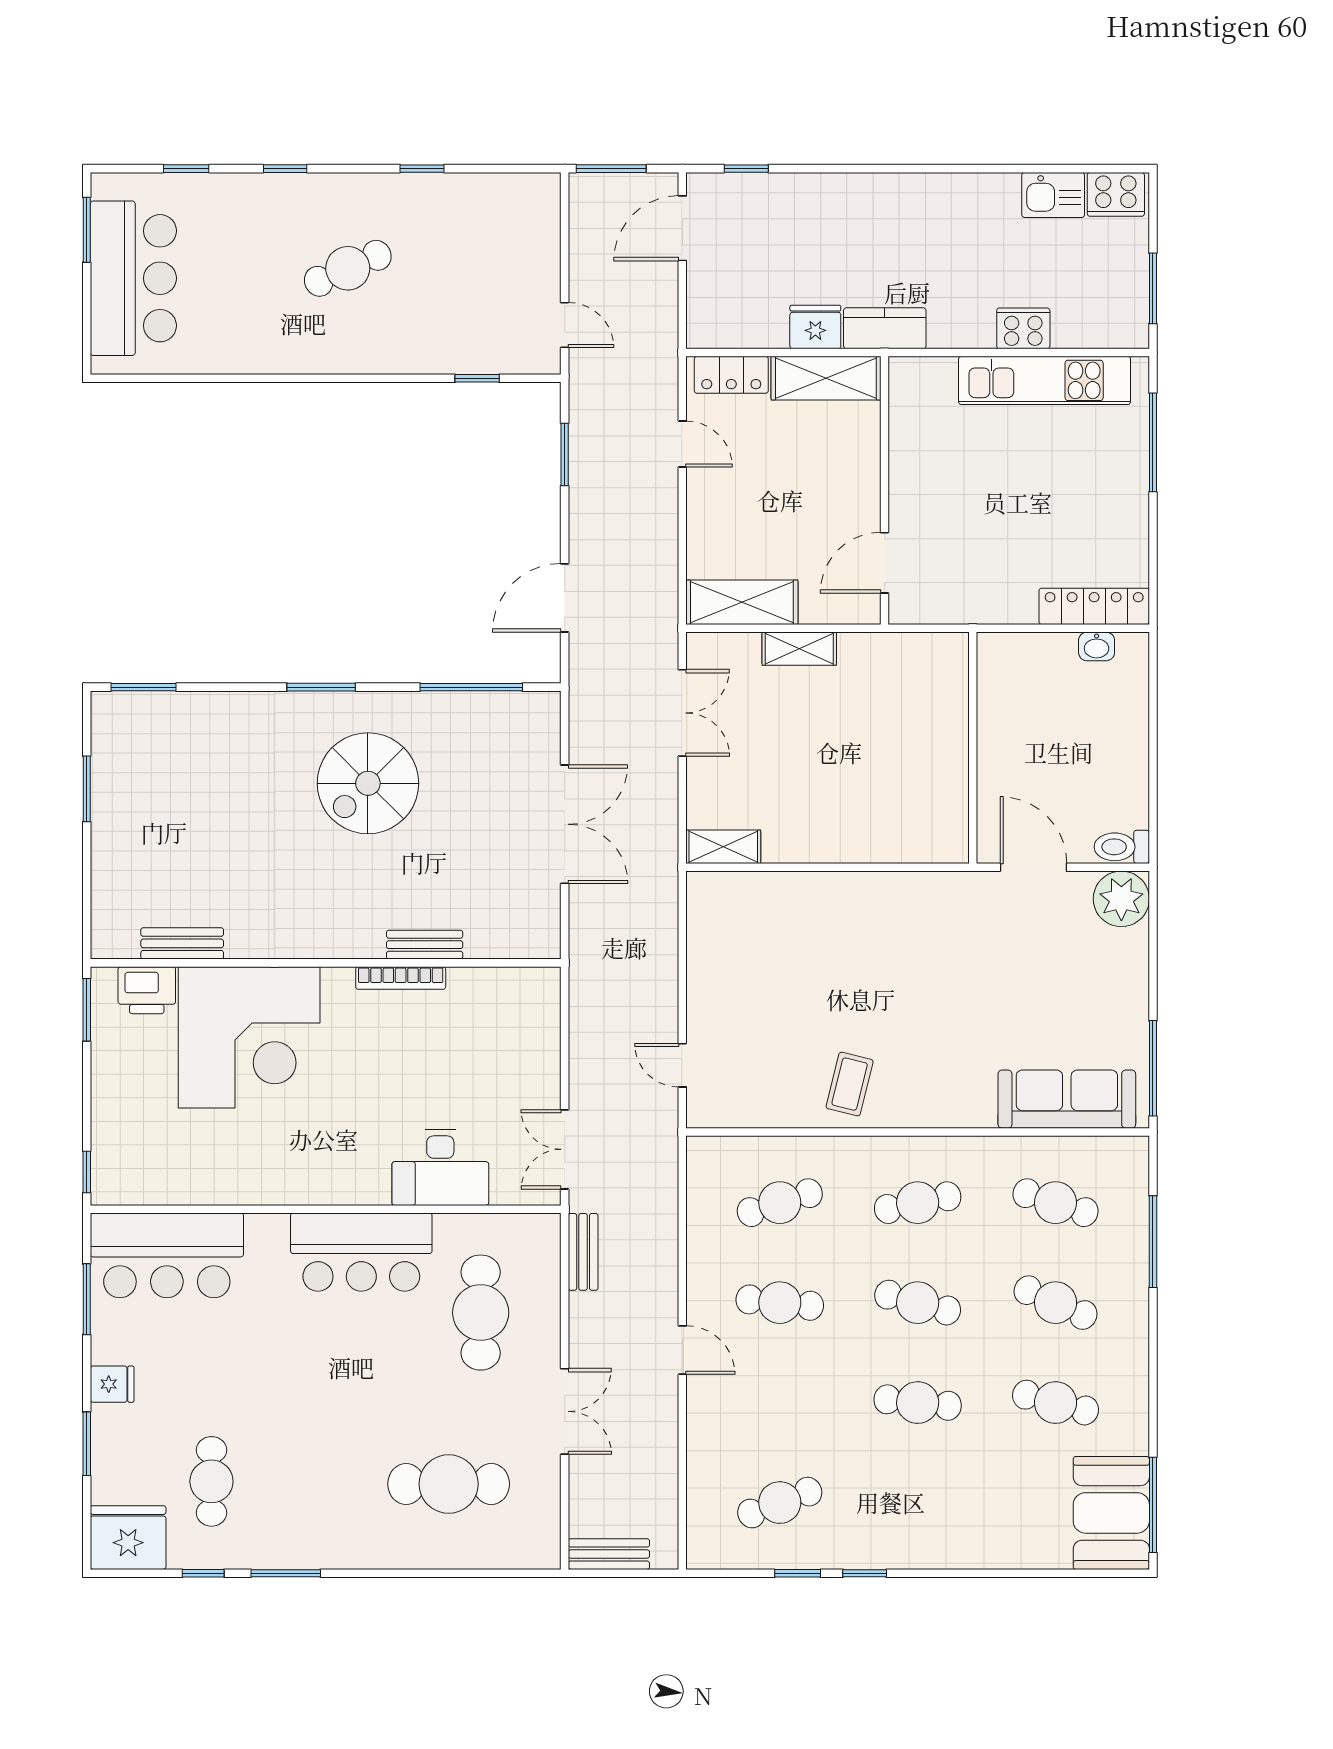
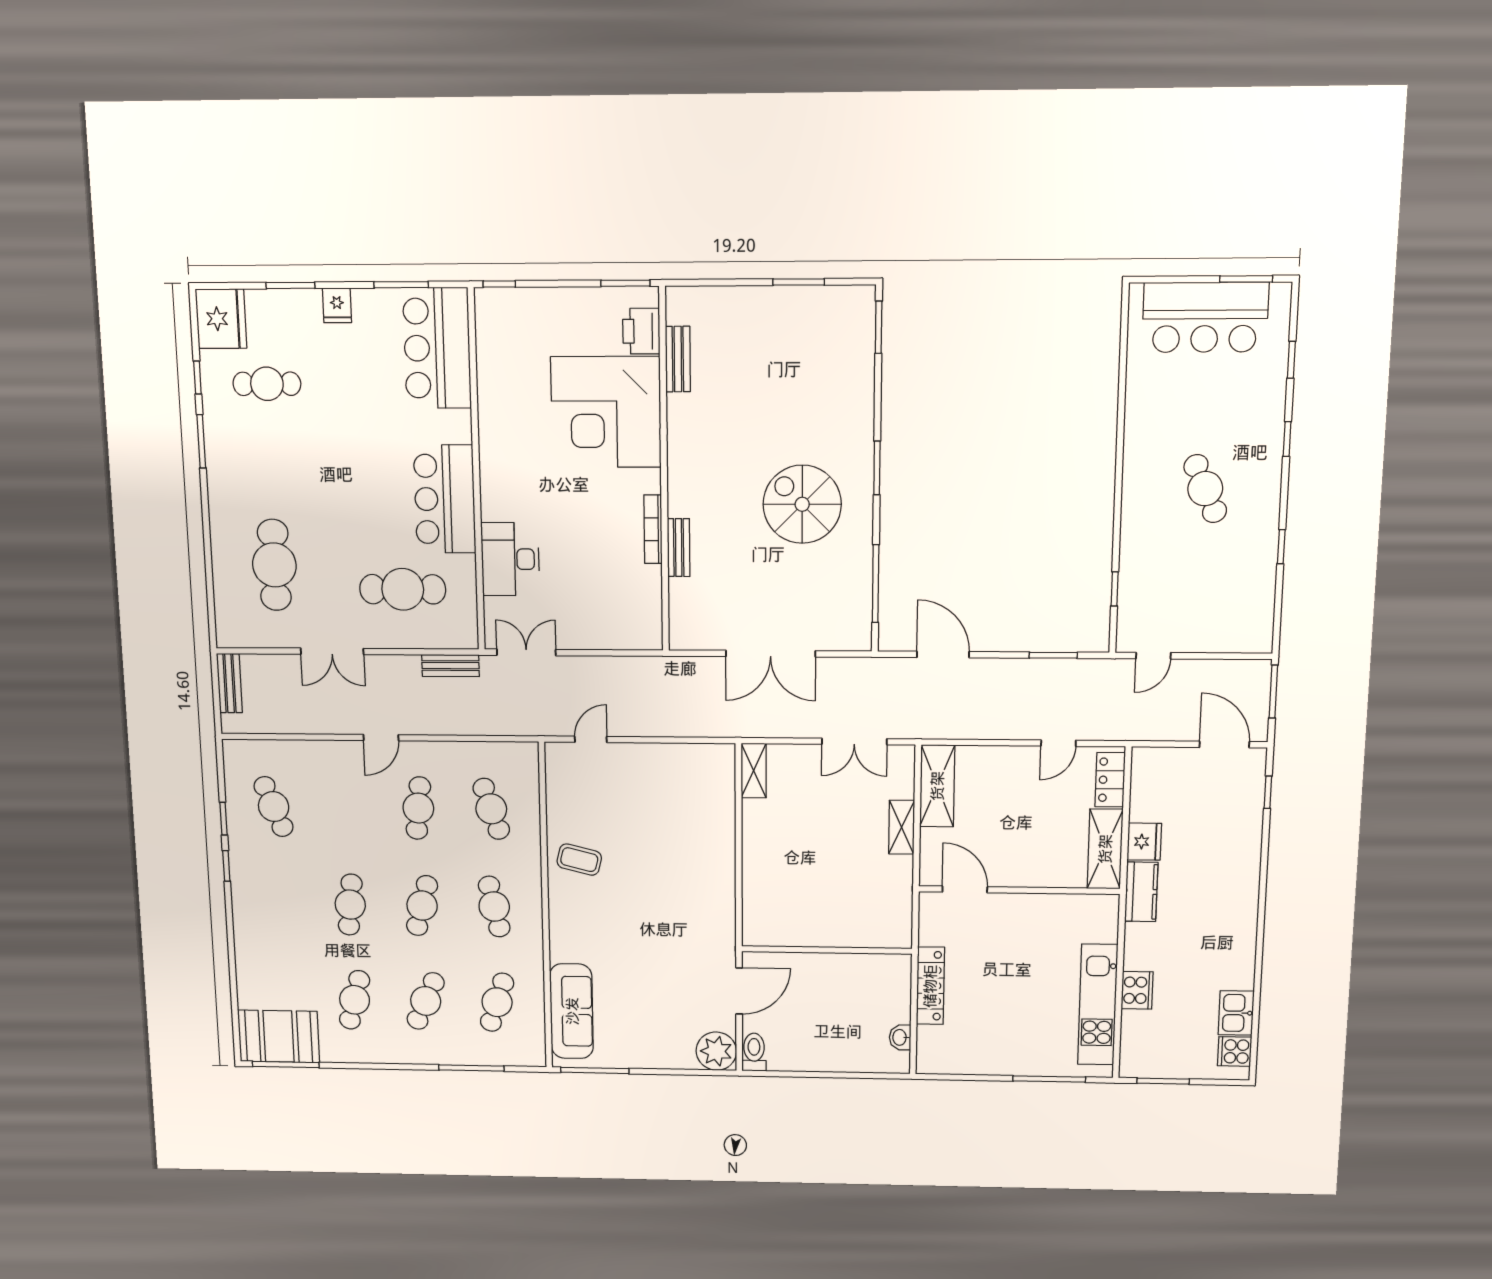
cooker: (1116, 194) -> (1235, 1051), width x0.73
locker: (1094, 606) -> (930, 986), moved

